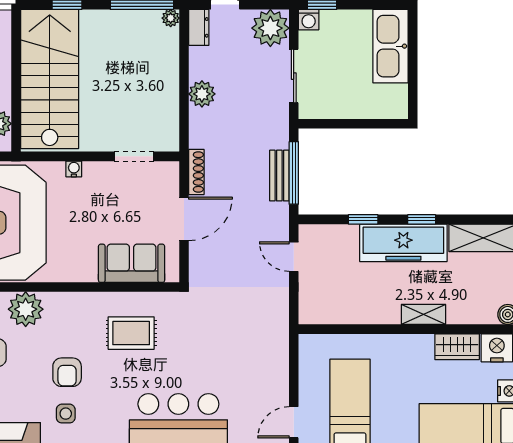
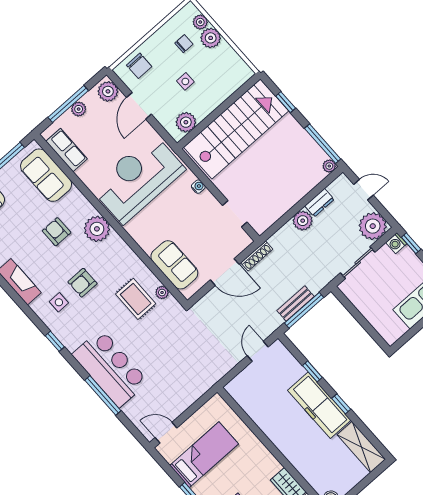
dresser: (199, 27) -> (319, 203), moved
plant: (148, 301) -> (162, 292), added
shelving: (423, 314) -> (289, 451), removed

